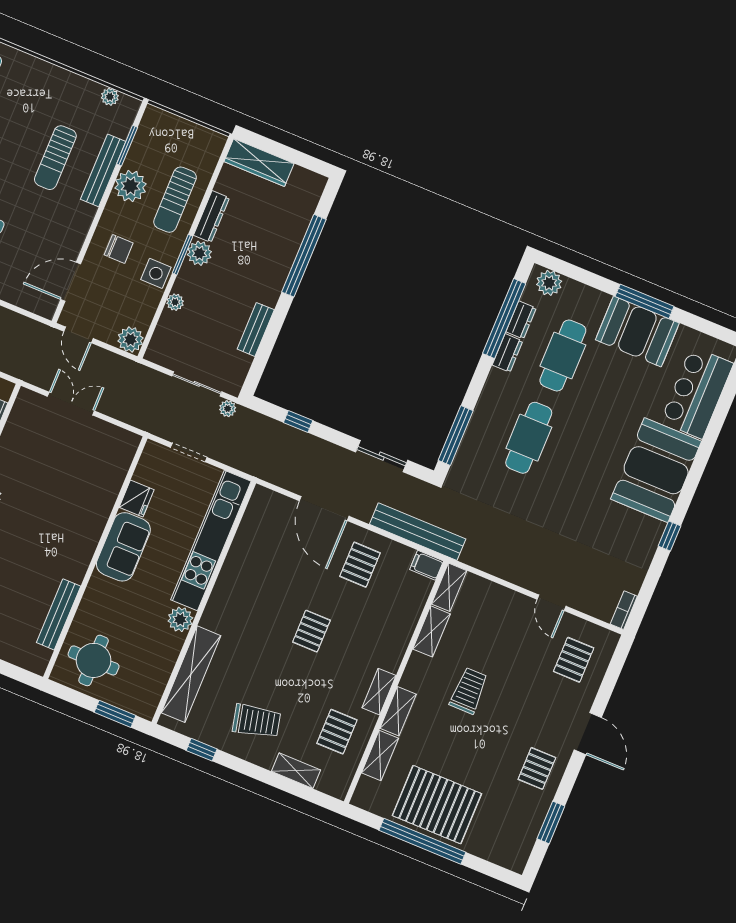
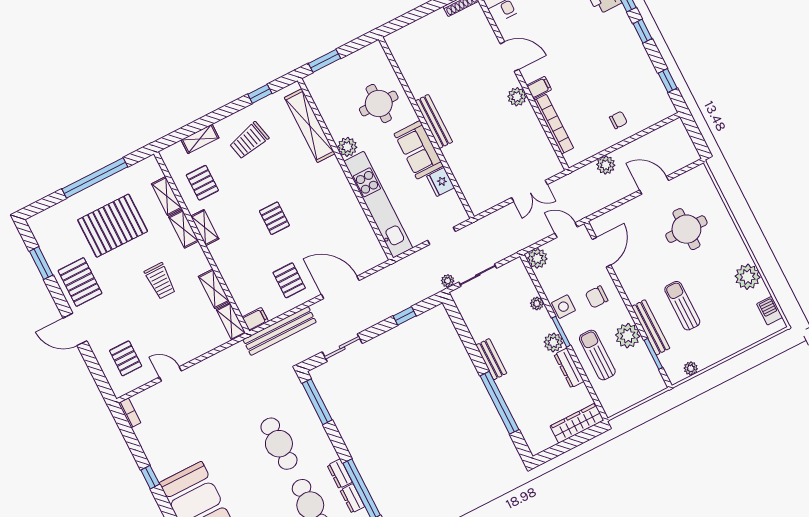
bench: (256, 329) -> (491, 359), moved
bench: (59, 614) -> (434, 121), moved
round table: (94, 660) -> (379, 104), moved
pallet: (537, 768) -> (80, 282), width x1.50, depth x1.42
pallet: (437, 805) -> (113, 226), moved

